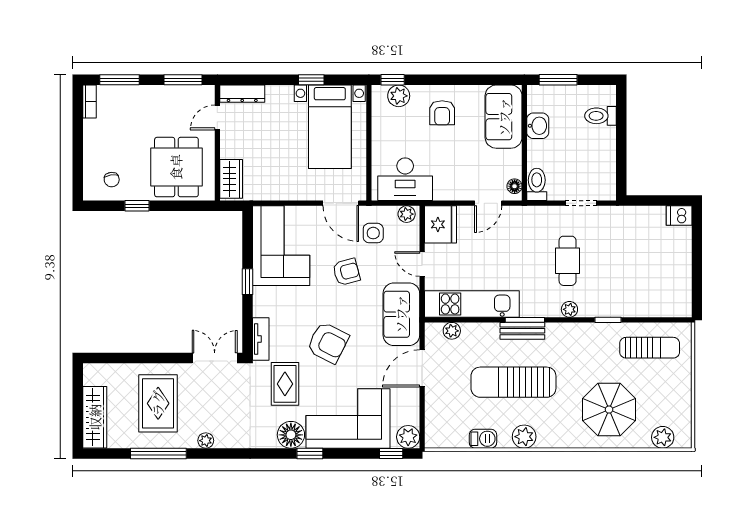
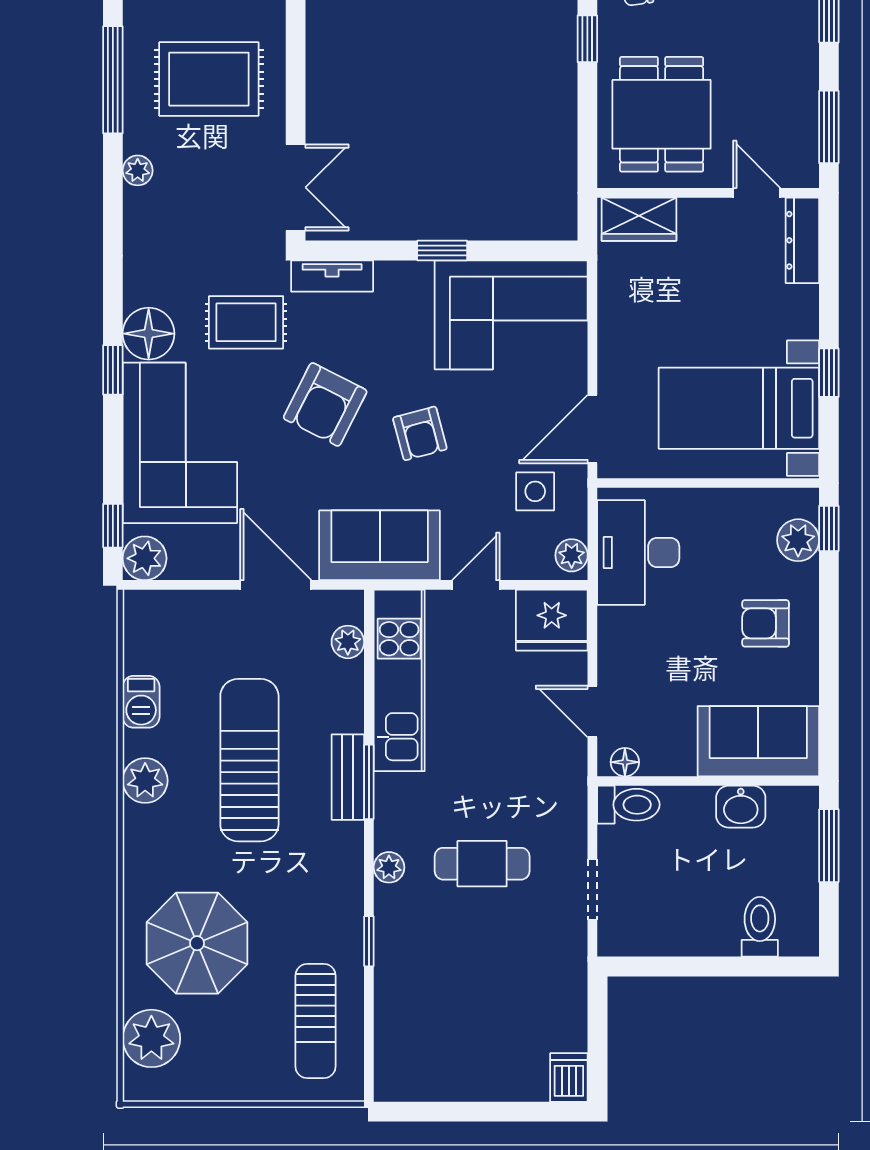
dining table: (176, 167) -> (662, 114), turned 90
armchair: (346, 272) -> (420, 433), moved
plant: (663, 437) -> (151, 1038), width x1.36, depth x1.36

